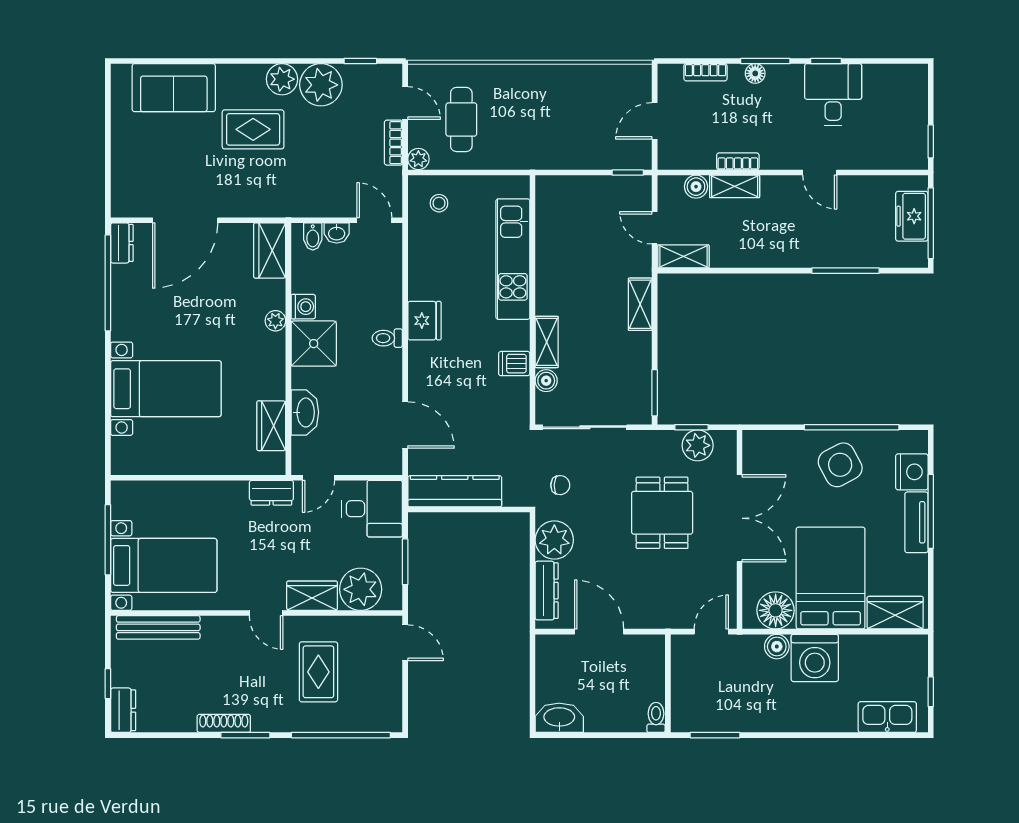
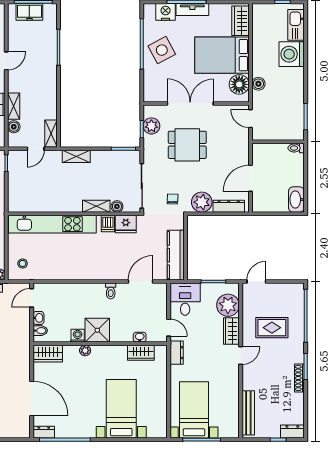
kitchen unit: (513, 259) -> (52, 224), width x1.36
fridge: (424, 321) -> (126, 224), moved, turned 180
toilet: (387, 338) -> (111, 291), moved
washbasin: (305, 412) -> (140, 337), width x0.52, depth x0.69
bed with nightstands: (164, 565) -> (194, 410), moved
washing machine: (815, 658) -> (292, 54), moved, turned 180

